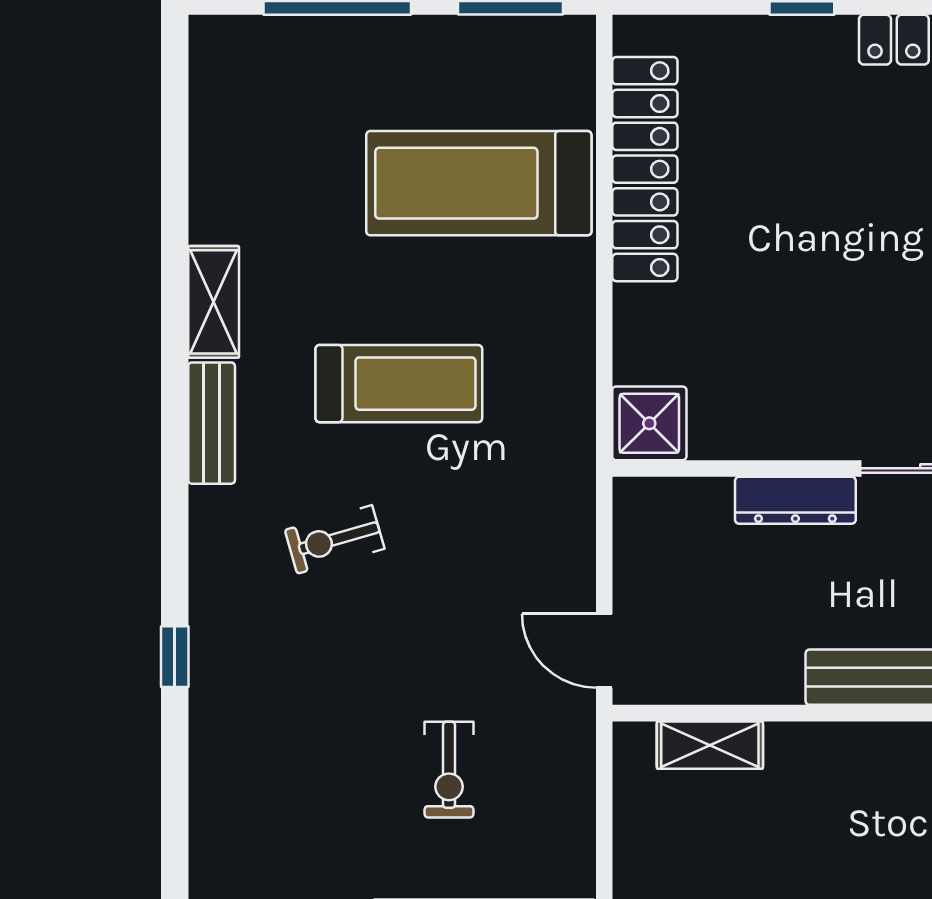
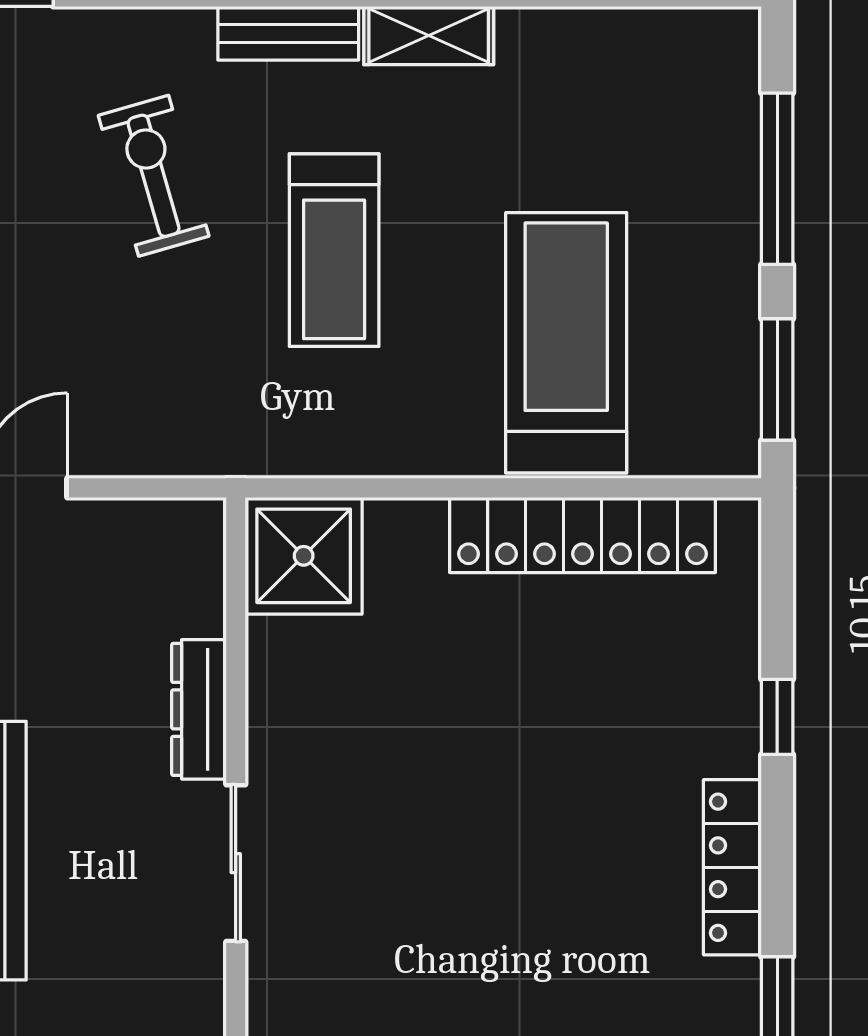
shower: (649, 423) -> (304, 556), width x1.36, depth x1.36
exercise bike: (335, 539) -> (154, 176), width x1.38, depth x1.39

